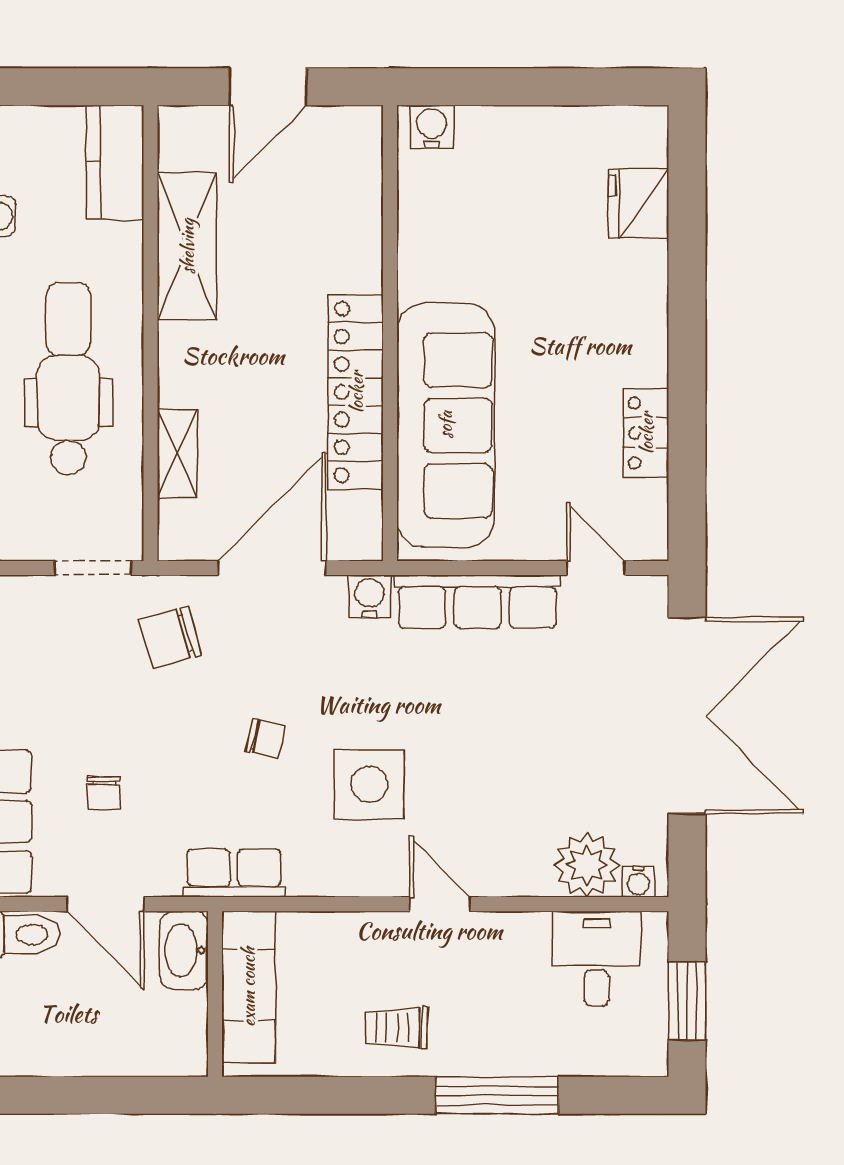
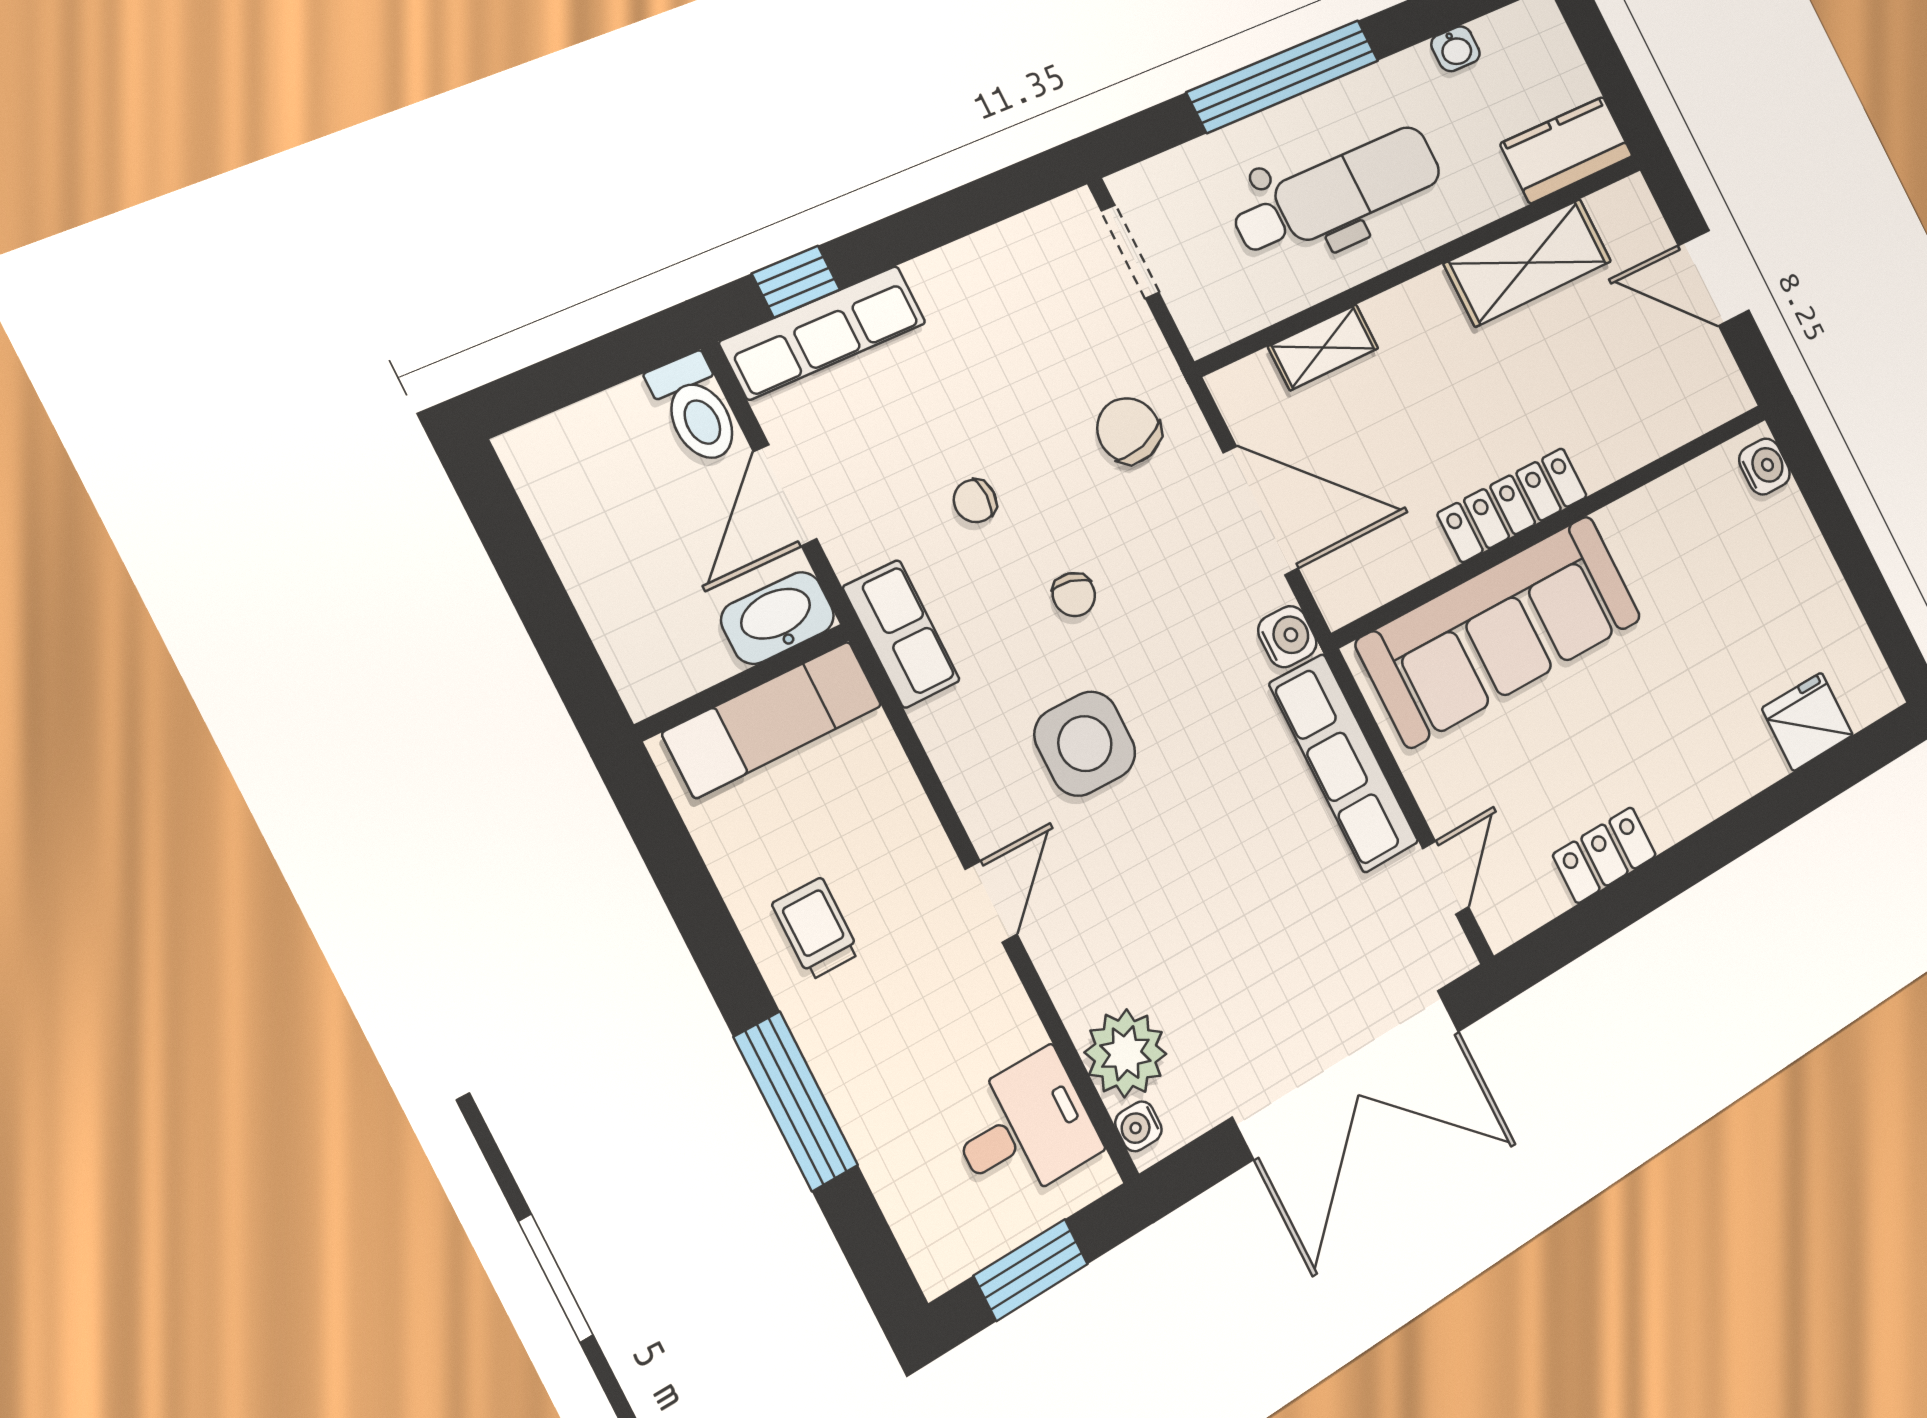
locker: (356, 392) -> (1513, 505), width x0.71, depth x0.83
doorway: (93, 568) -> (1130, 252), moved
chair: (104, 793) -> (975, 501), moved

